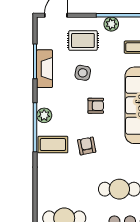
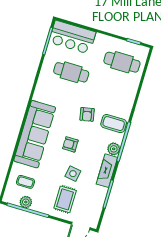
plant: (111, 24) -> (26, 202), moved
rug: (83, 41) -> (65, 199), turned 90
fireplace: (45, 69) -> (107, 171), moved

